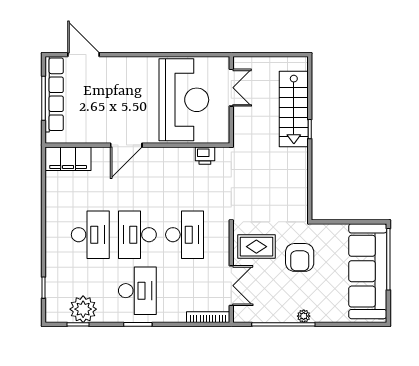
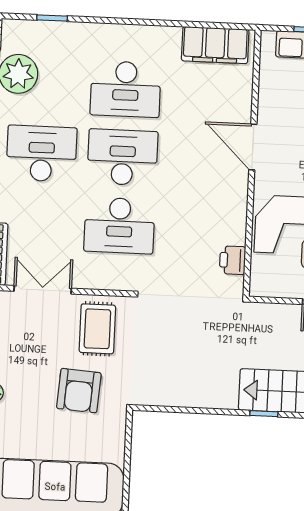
filing cabinet: (68, 159) -> (215, 45), moved, turned -90
armchair: (300, 257) -> (79, 391), turned -86
double door: (231, 286) -> (43, 290), swing flipped
desk: (137, 291) -> (41, 154), turned 180

